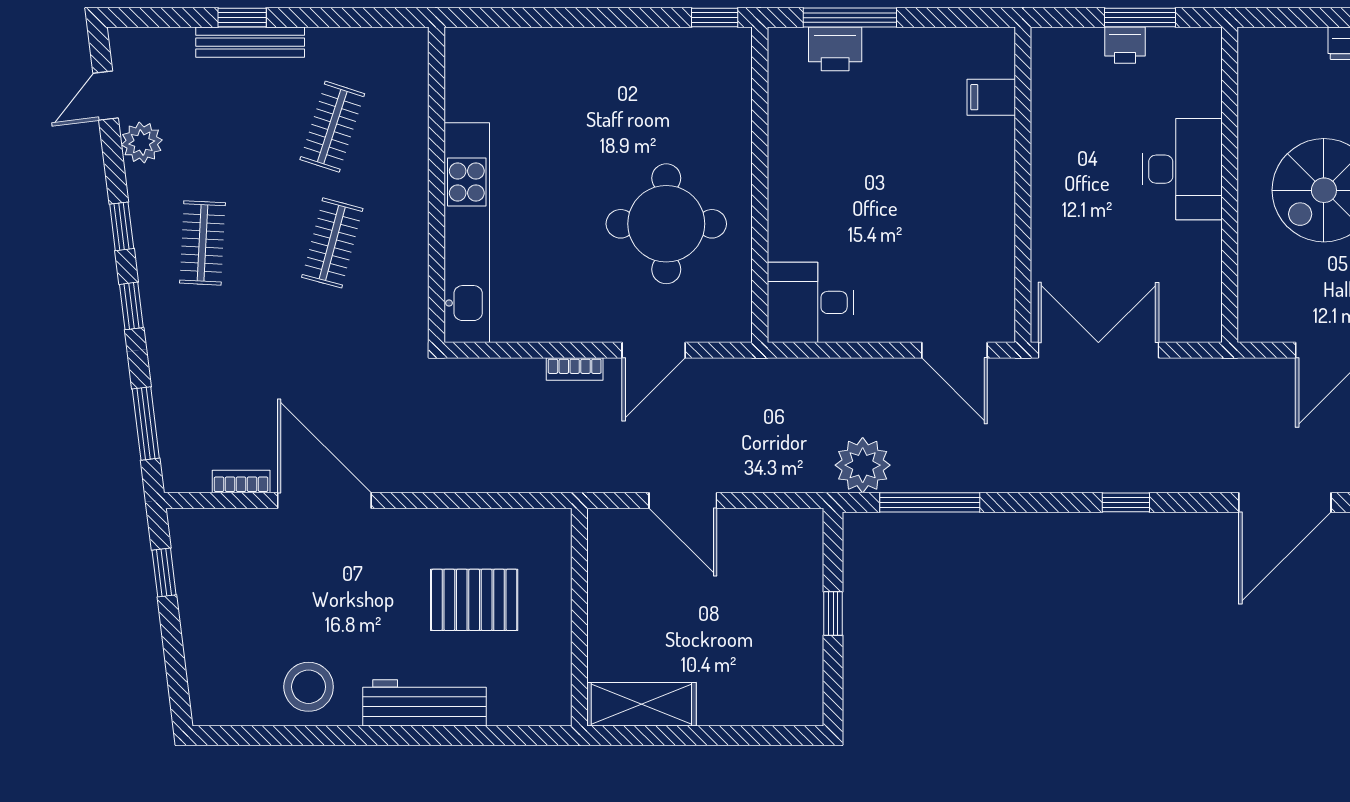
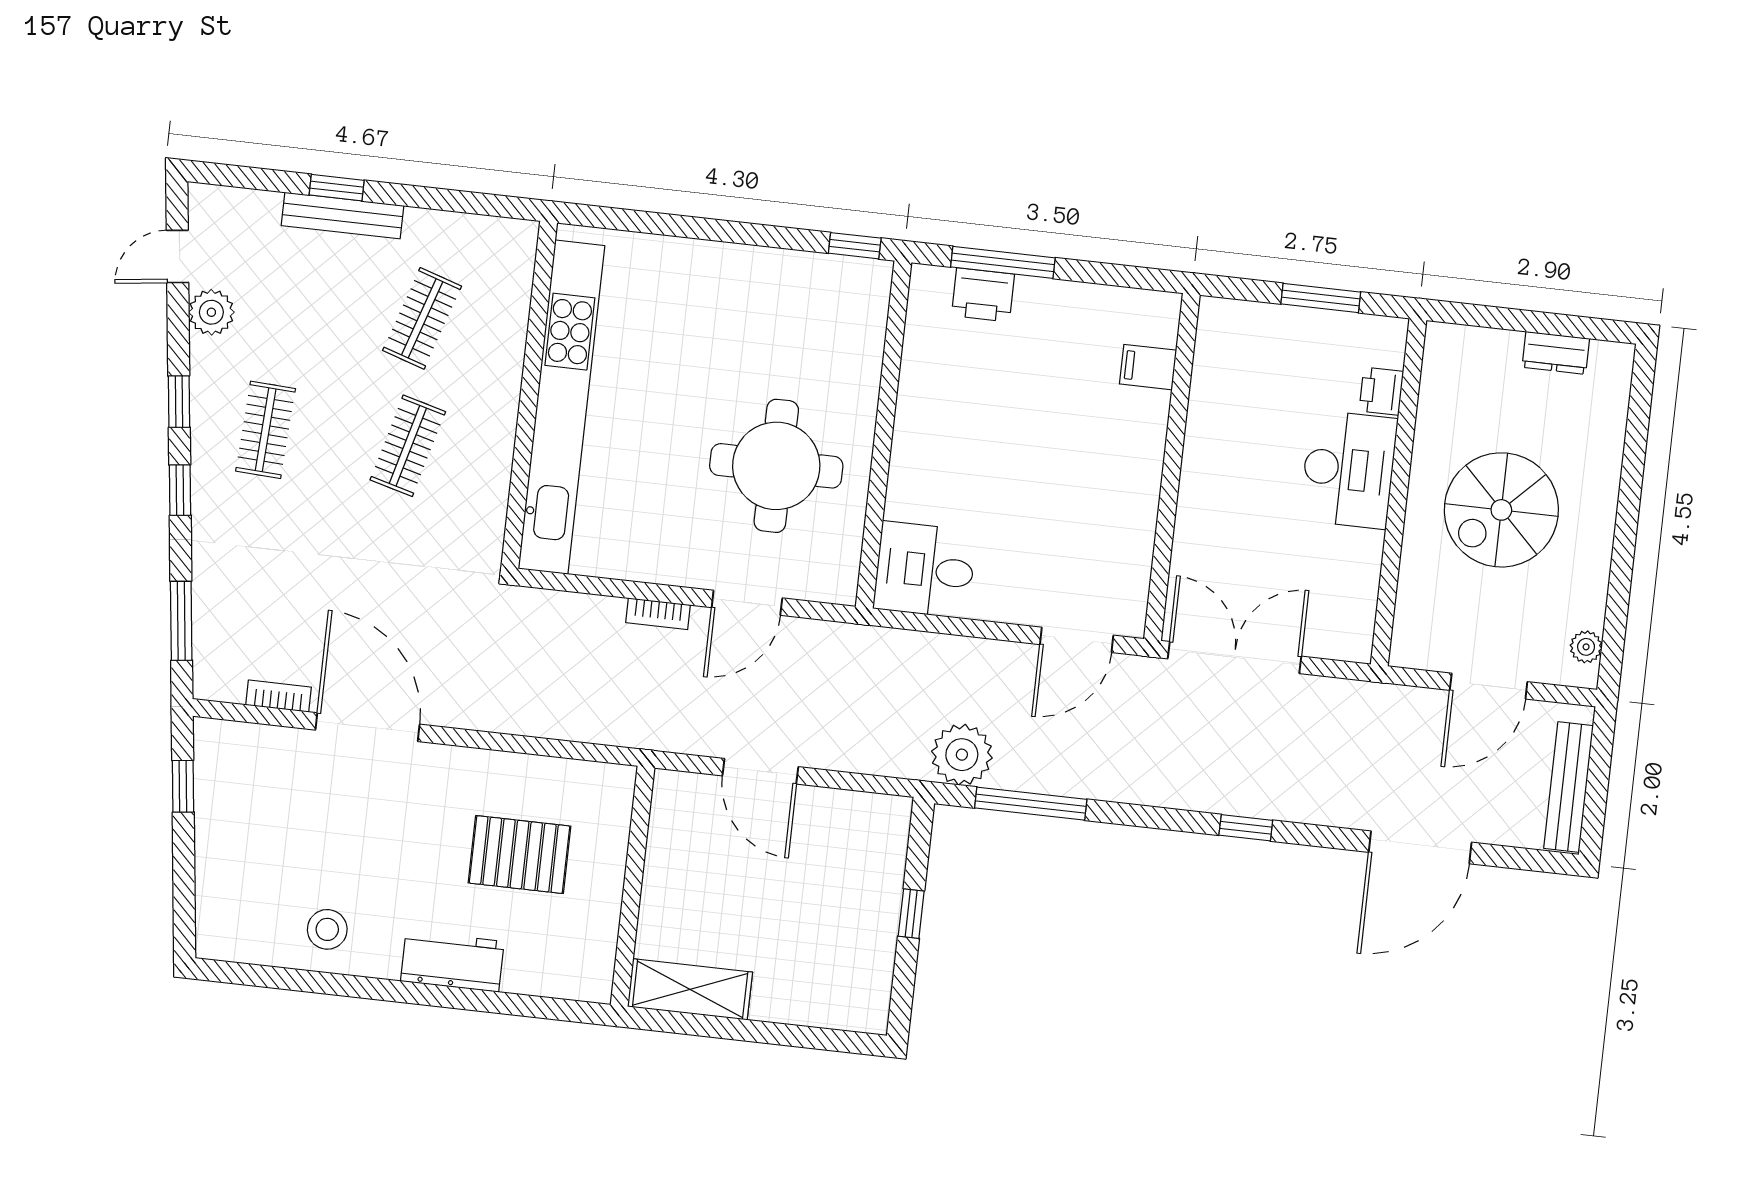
printer: (1125, 45) -> (1381, 391), moved, turned 90
kitchen unit: (467, 233) -> (561, 407), width x1.36
door: (954, 350) -> (1077, 640), hinge flipped
stool: (309, 687) -> (327, 929), width x0.73, depth x0.73
workbench: (425, 703) -> (452, 961), width x0.73

